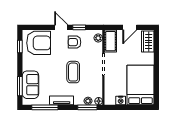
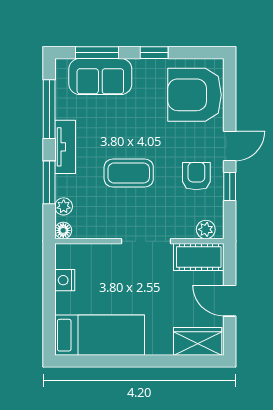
armchair: (39, 43) -> (195, 95), turned 90
window: (20, 47) -> (154, 53), moved
bed: (141, 85) -> (100, 335), width x0.67
window: (87, 107) -> (49, 182), moved

